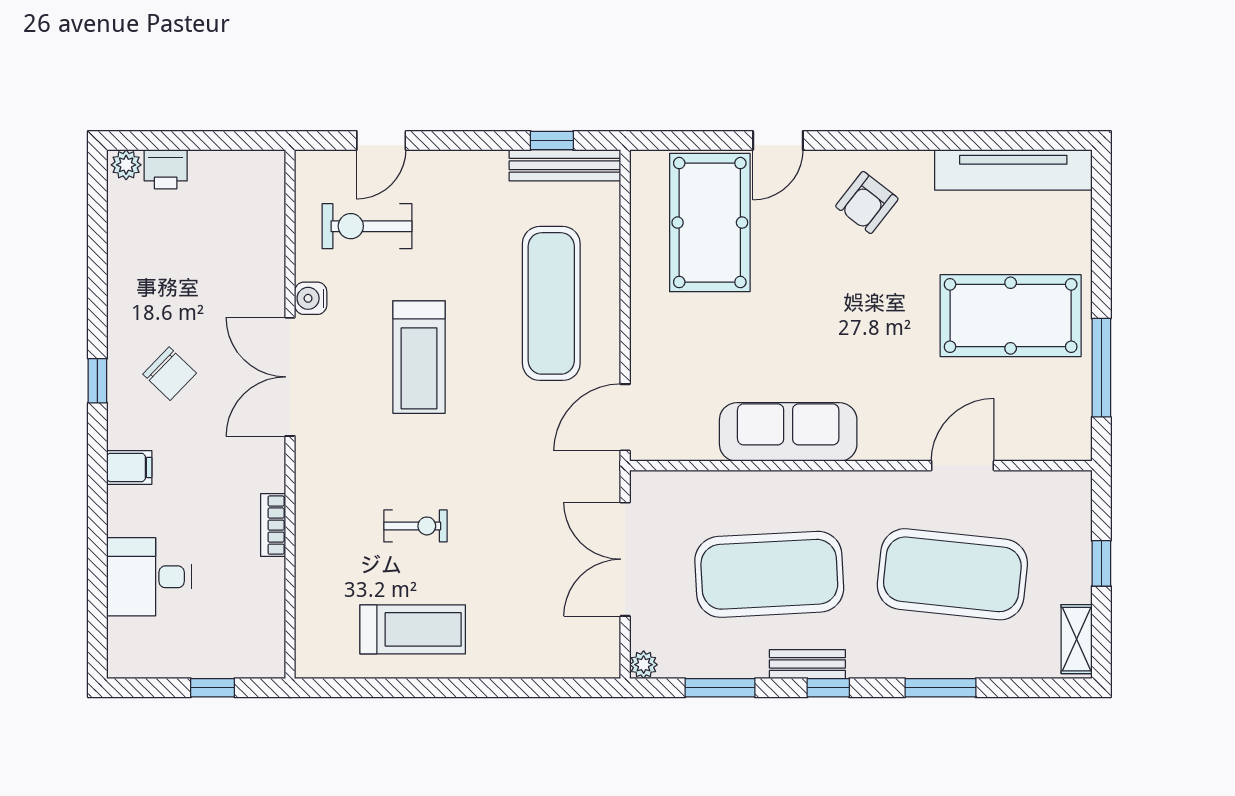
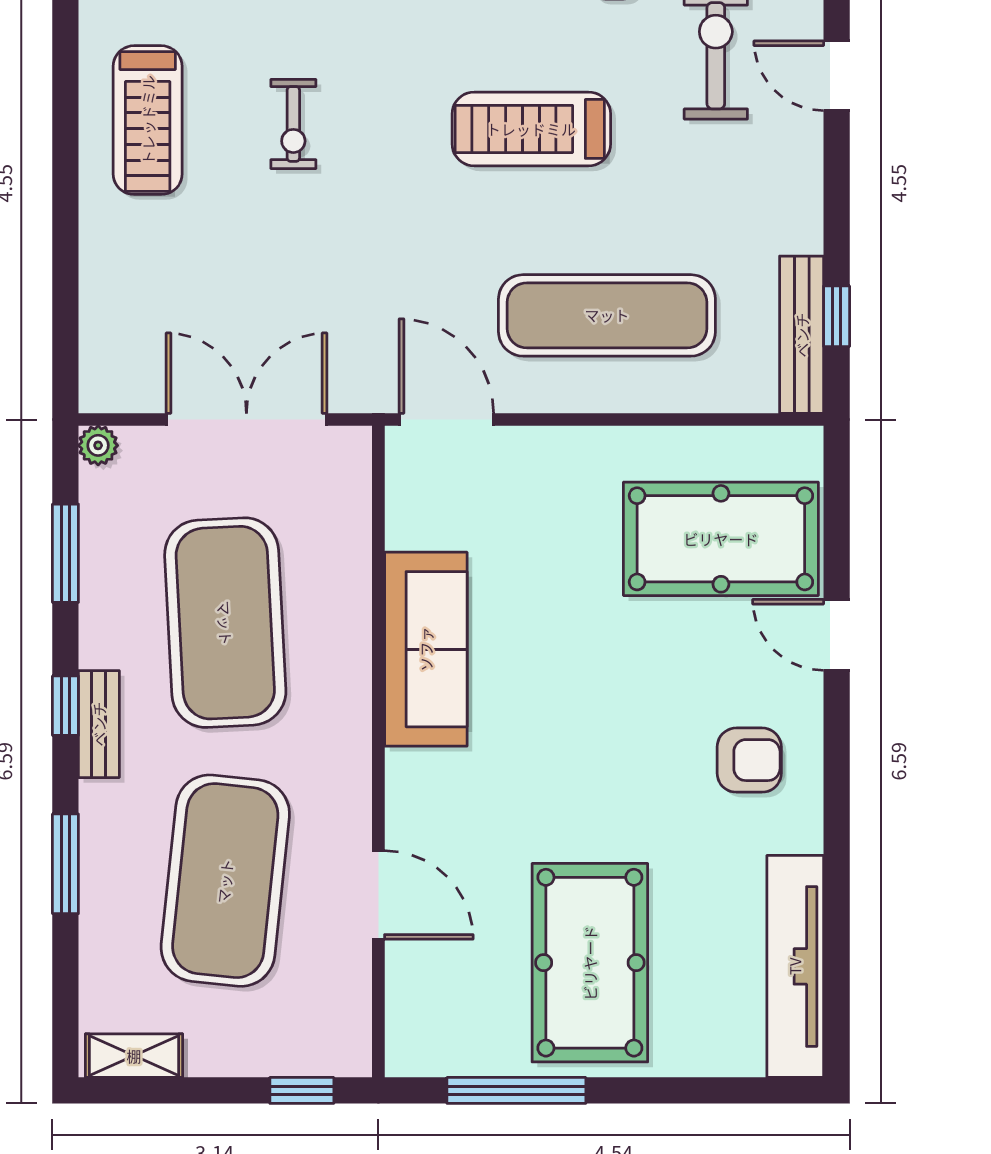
armchair: (867, 202) -> (749, 760), turned 142
window: (1101, 563) -> (302, 1090), moved
bench: (807, 664) -> (99, 724), moved

